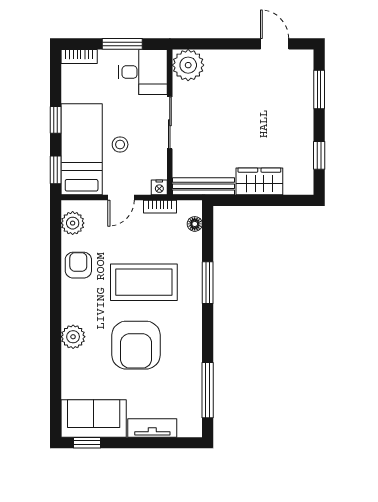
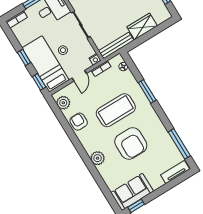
tv unit: (152, 428) -> (175, 172), moved

